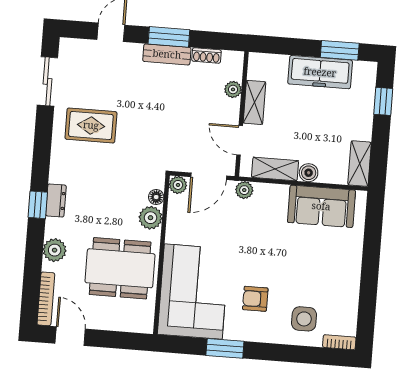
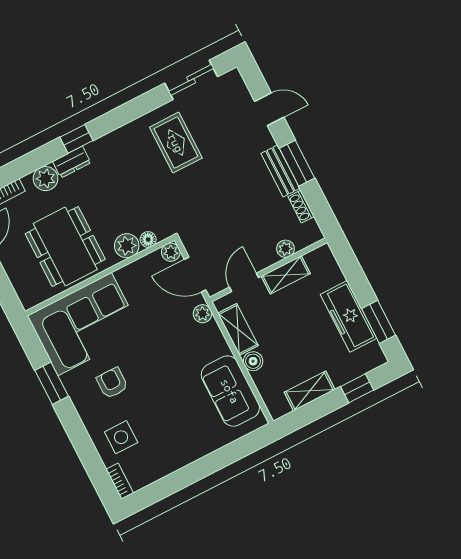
shelving: (360, 164) -> (310, 391), moved
dresser: (56, 200) -> (72, 162), moved

